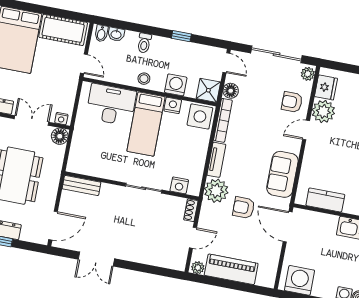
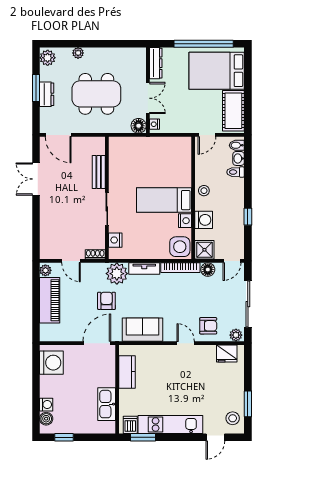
toilet: (144, 43) -> (236, 172), moved
armchair: (292, 102) -> (208, 326), turned 90
desk: (111, 105) -> (175, 166), removed
plant: (323, 111) -> (205, 355), removed
bench: (82, 185) -> (99, 172), moved

